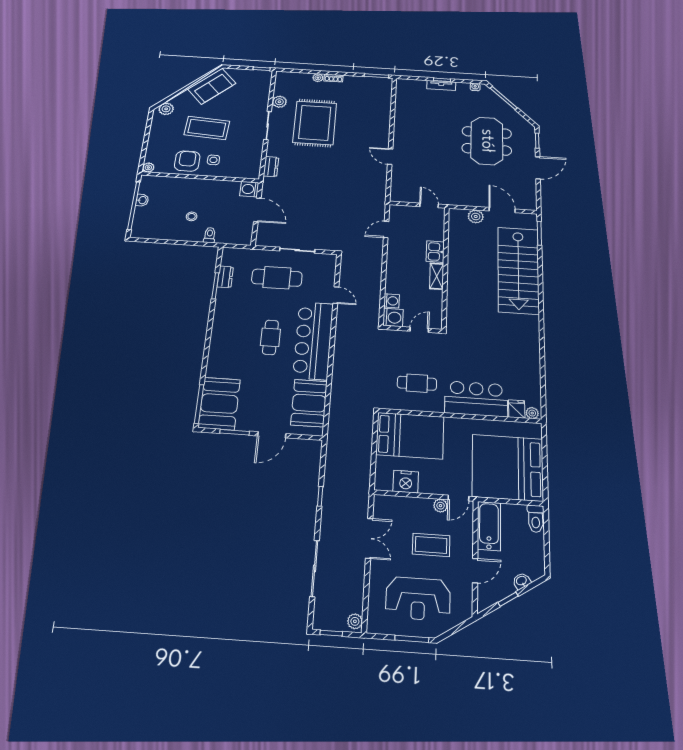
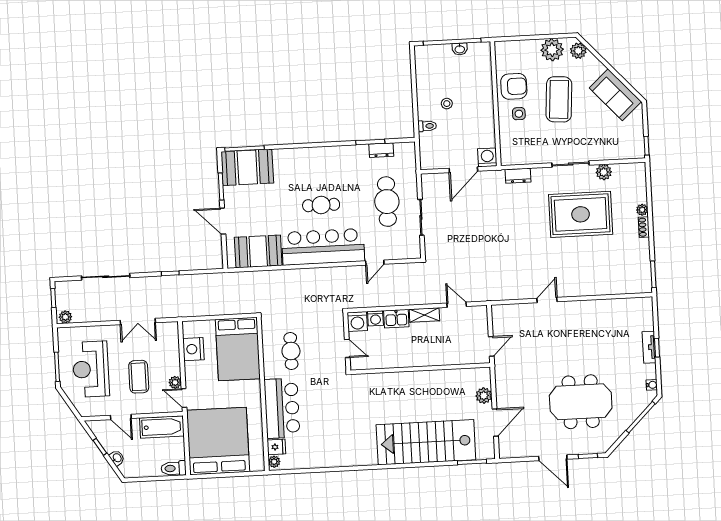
plant: (148, 167) -> (552, 50), moved, width x1.88, depth x1.88
kitchen sink: (435, 252) -> (396, 319), moved, turned 180
shelving: (437, 276) -> (424, 315), moved

